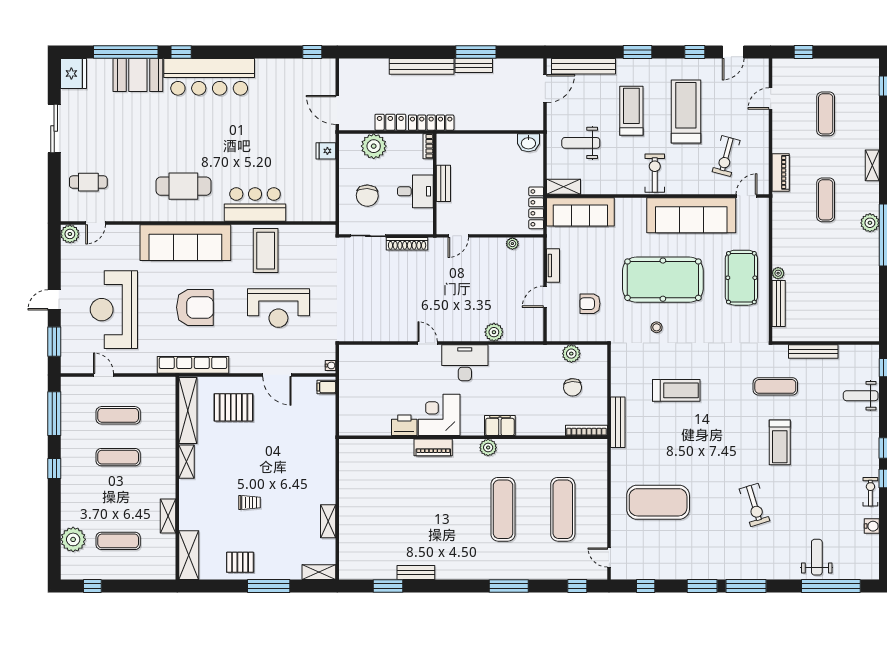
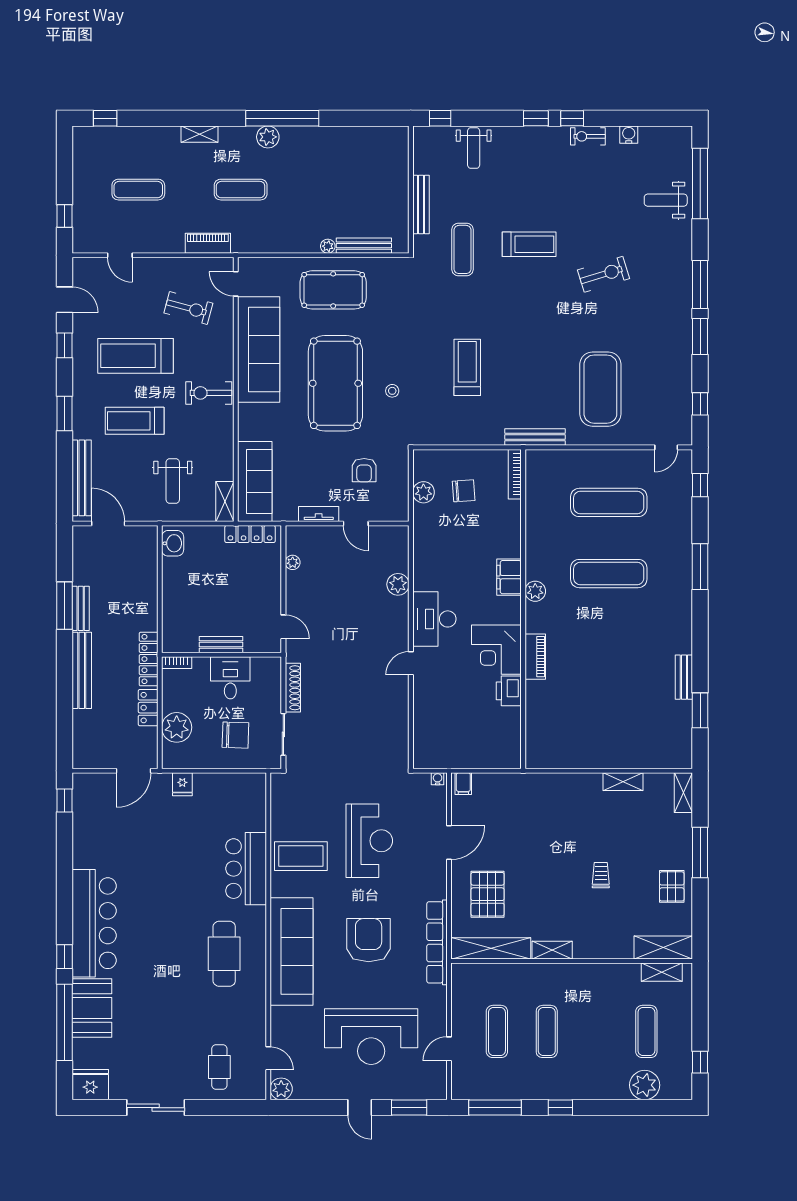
bench: (618, 422) -> (535, 437), moved
shelving: (168, 516) -> (662, 972), moved

